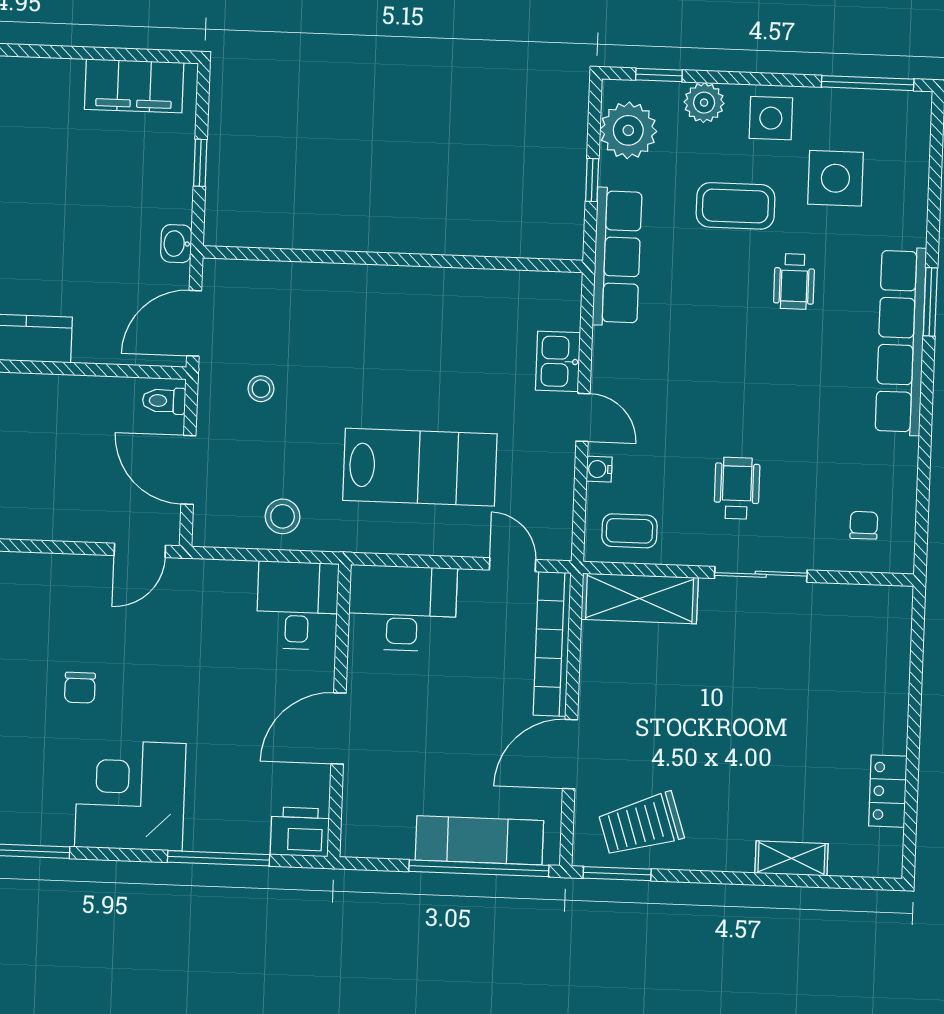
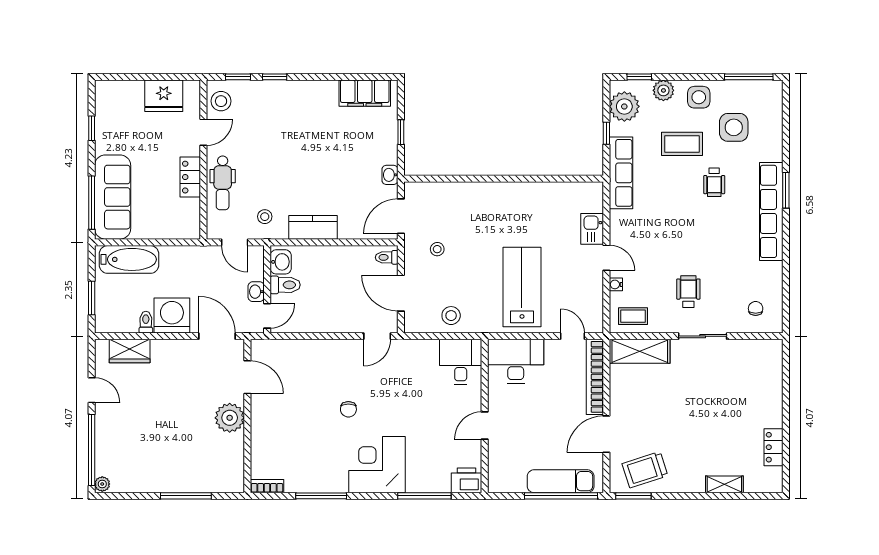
lab bench: (420, 467) -> (522, 287), turned -90
door: (339, 728) -> (485, 425), width x0.73

